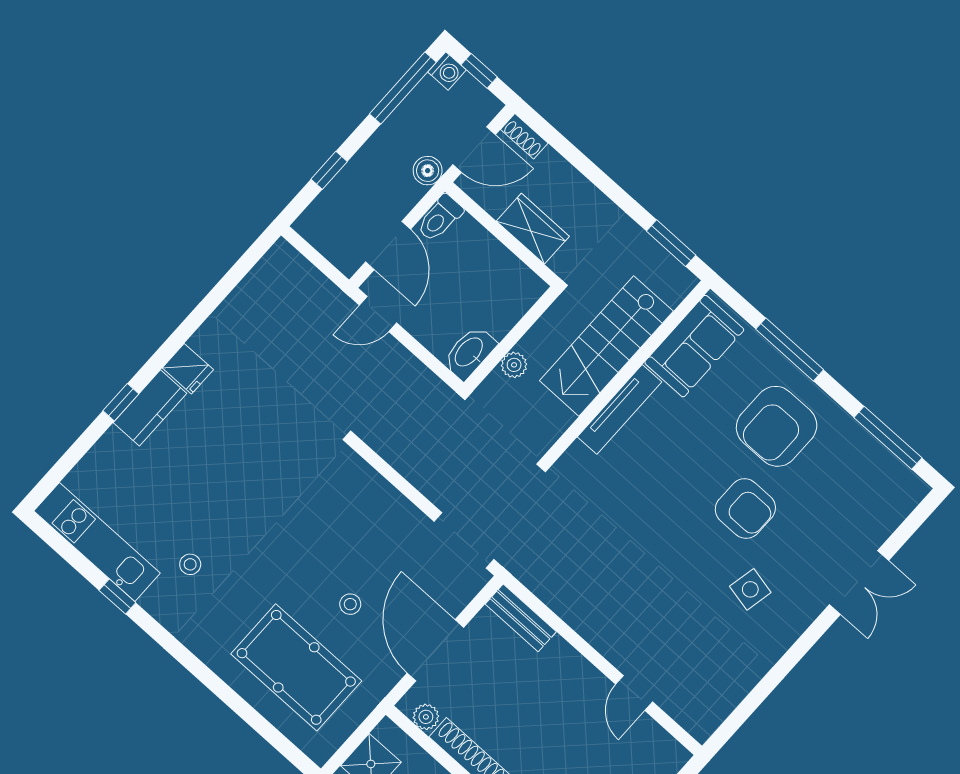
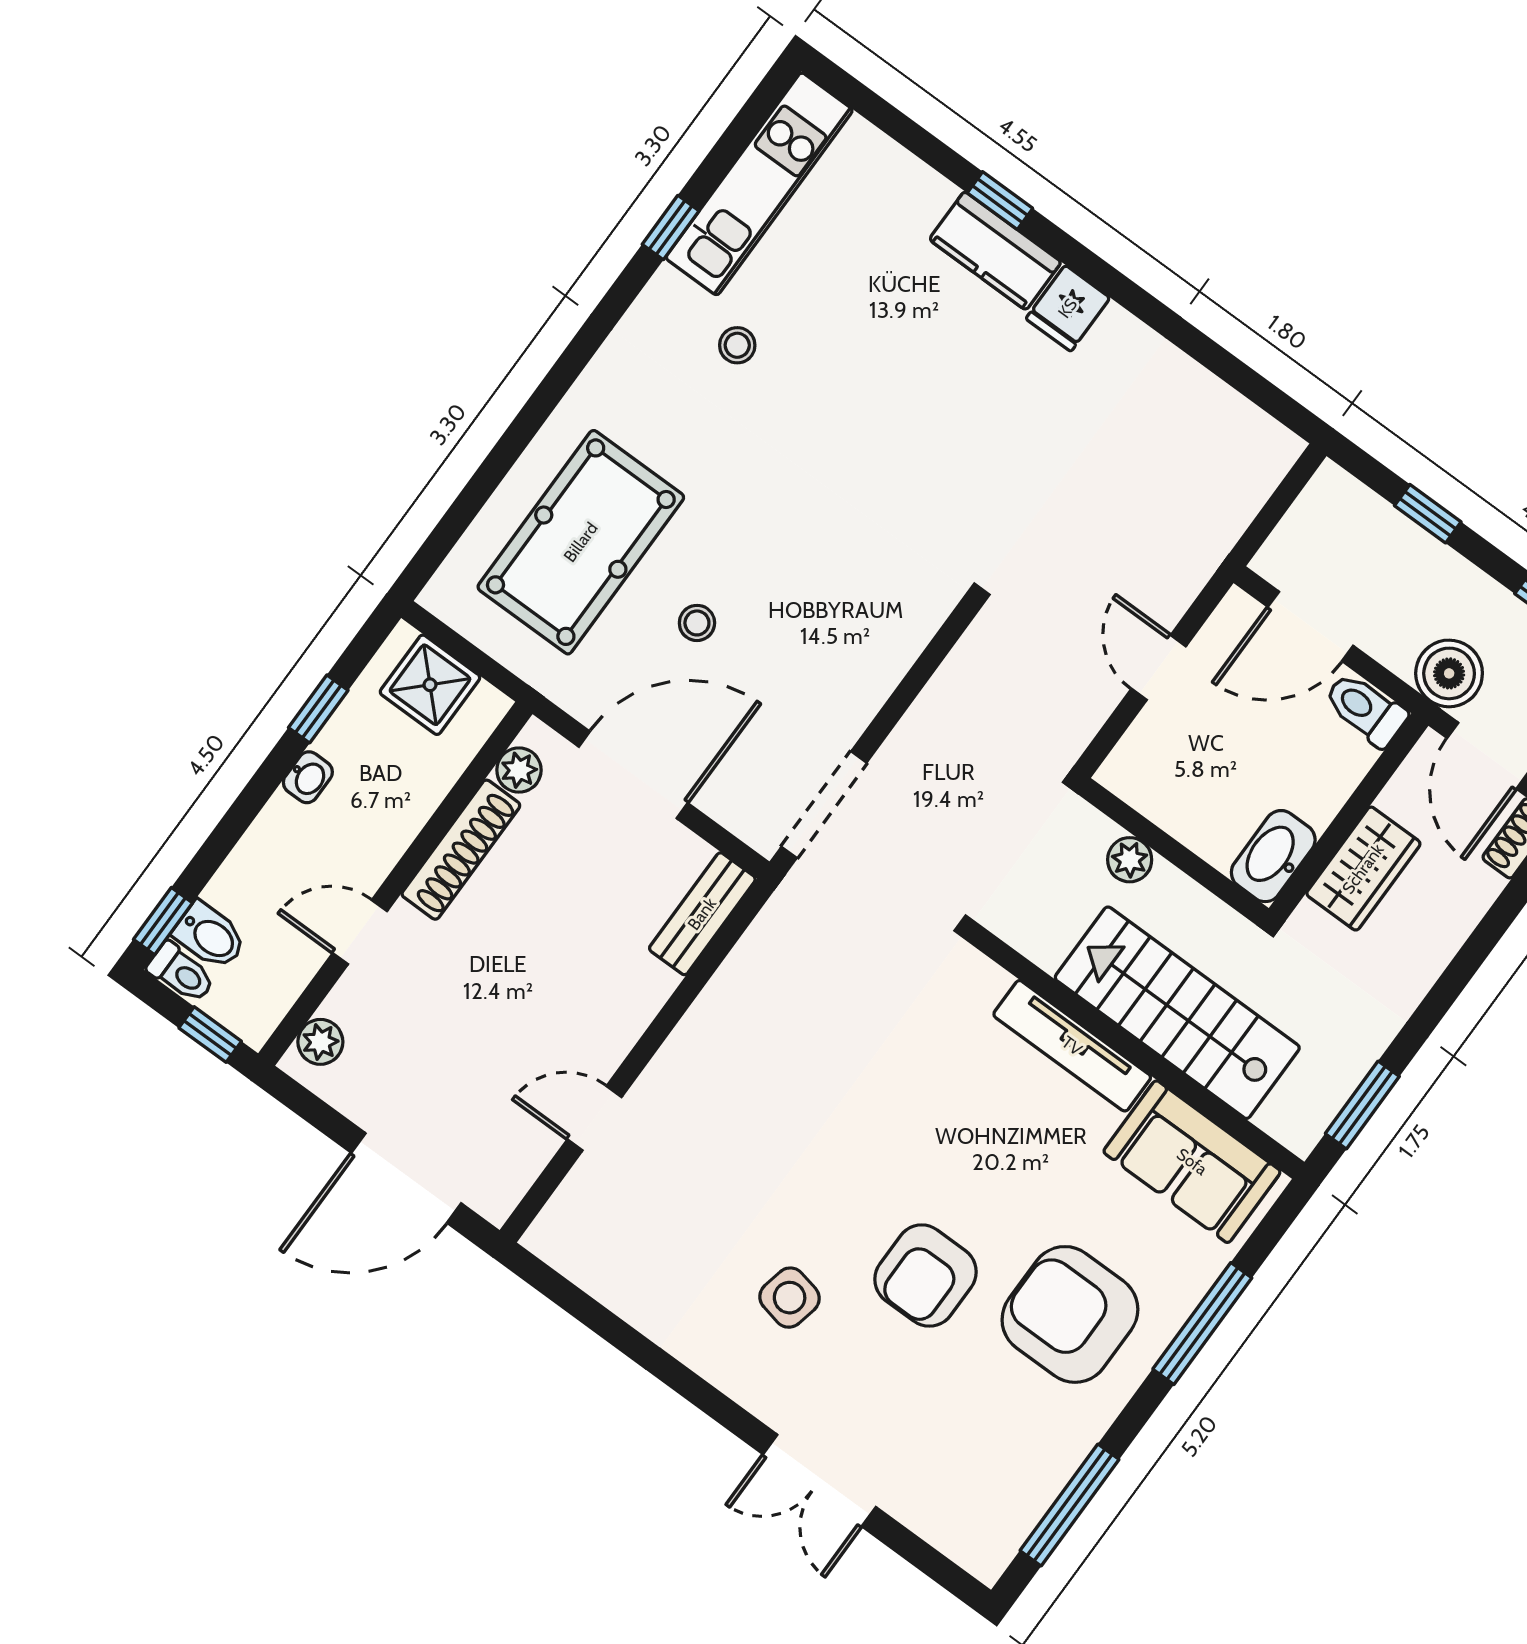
boiler: (428, 171) -> (1449, 673), width x1.36, depth x1.36
door: (378, 314) -> (1159, 668), moved
washbasin: (470, 353) -> (1273, 856), moved, turned -90

